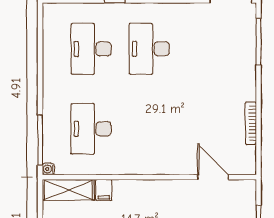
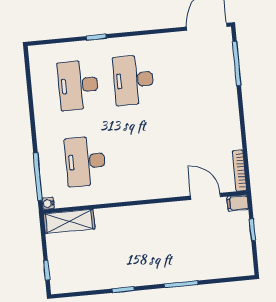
bookcase: (251, 123) -> (239, 171), moved
filing cabinet: (104, 190) -> (238, 203), moved, turned 90

